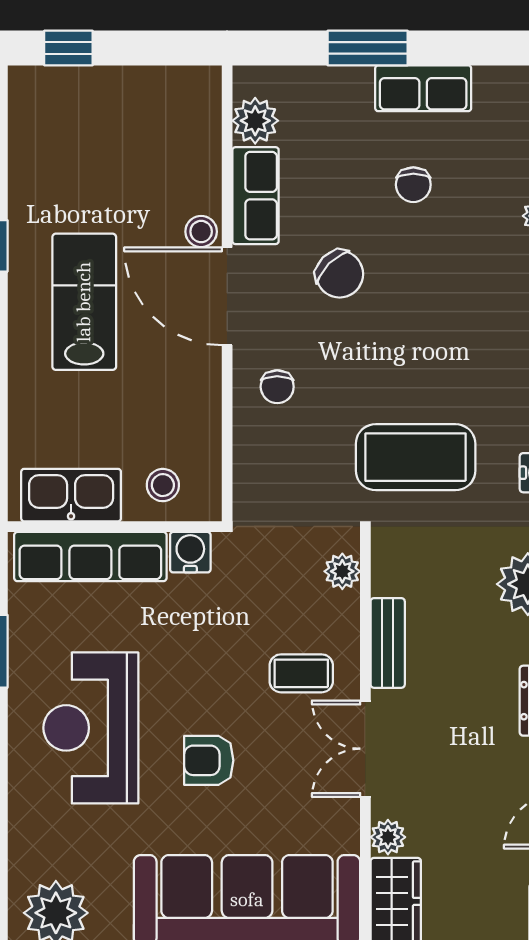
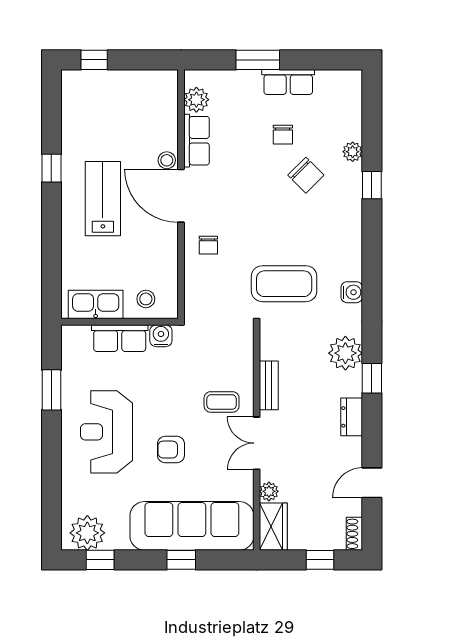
chair: (340, 274) -> (306, 175), moved
row of seats: (90, 557) -> (120, 338), width x0.68
plant: (342, 571) -> (244, 346), removed

